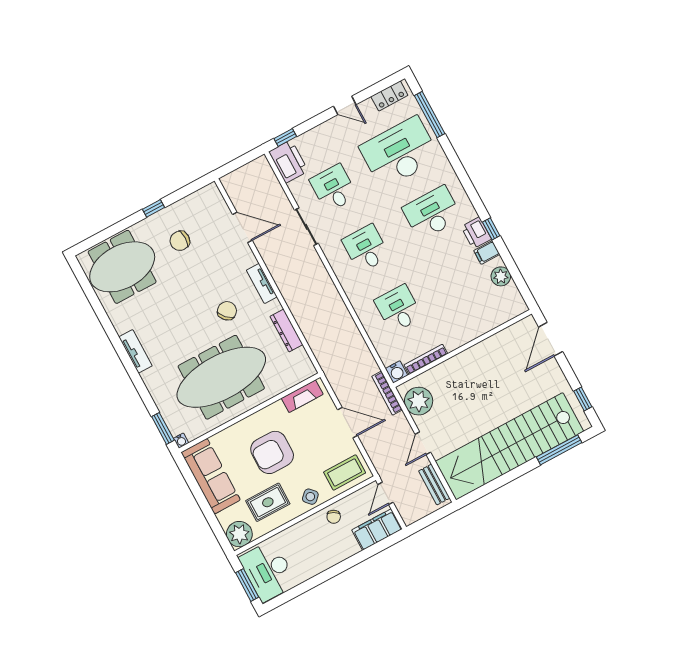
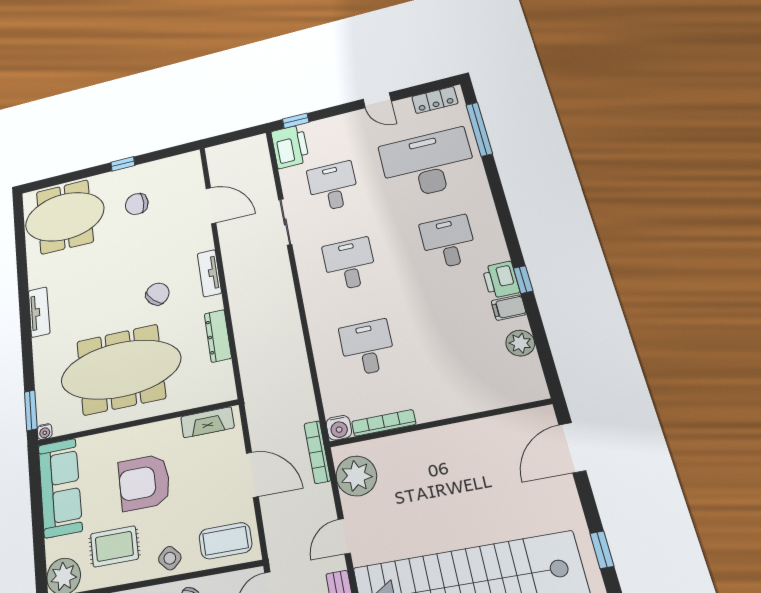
desk: (432, 213) -> (448, 242), width x0.73

